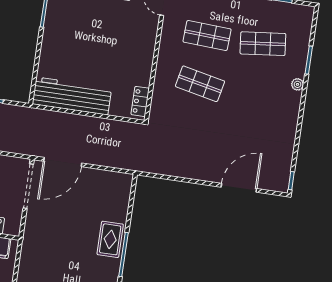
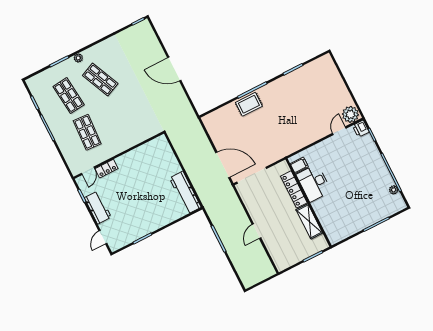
shop shelf: (200, 84) -> (100, 80), moved, turned -36
workbench: (72, 96) -> (185, 193), width x0.73, depth x0.76
locker: (140, 101) -> (107, 169), moved
door: (239, 188) -> (174, 69), moved

